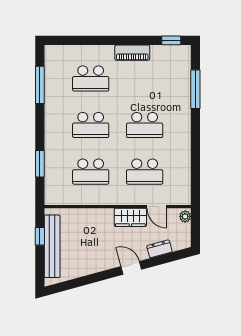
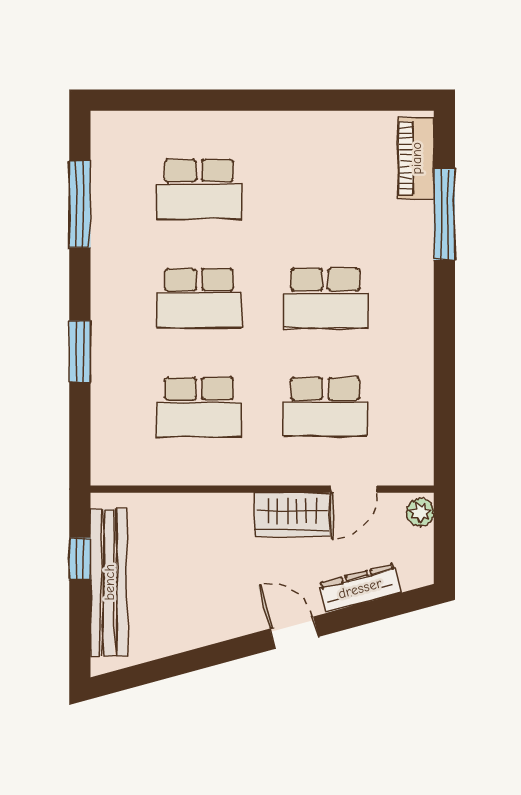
window: (171, 40) -> (388, 100), removed
piano: (132, 53) -> (416, 158), moved, turned 90
window: (40, 164) -> (80, 351), moved
door: (157, 207) -> (354, 489), hinge flipped
dresser: (159, 249) -> (360, 588), width x1.44

